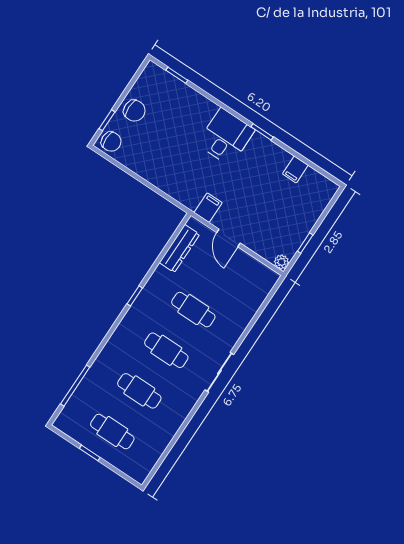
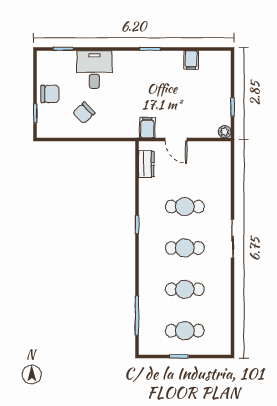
desk: (226, 137) -> (94, 70), moved
chair: (111, 142) -> (84, 113), moved, turned 136
dresser: (179, 249) -> (146, 164), width x0.70

